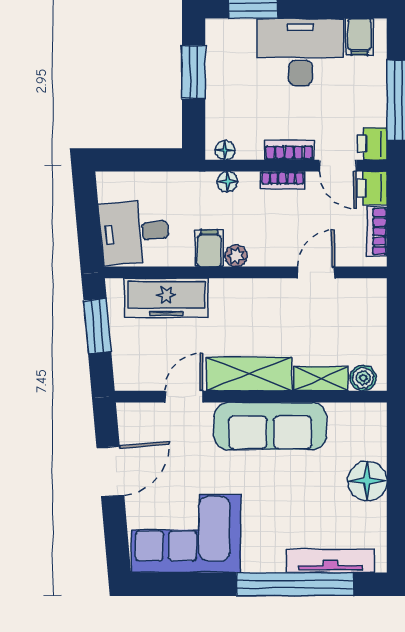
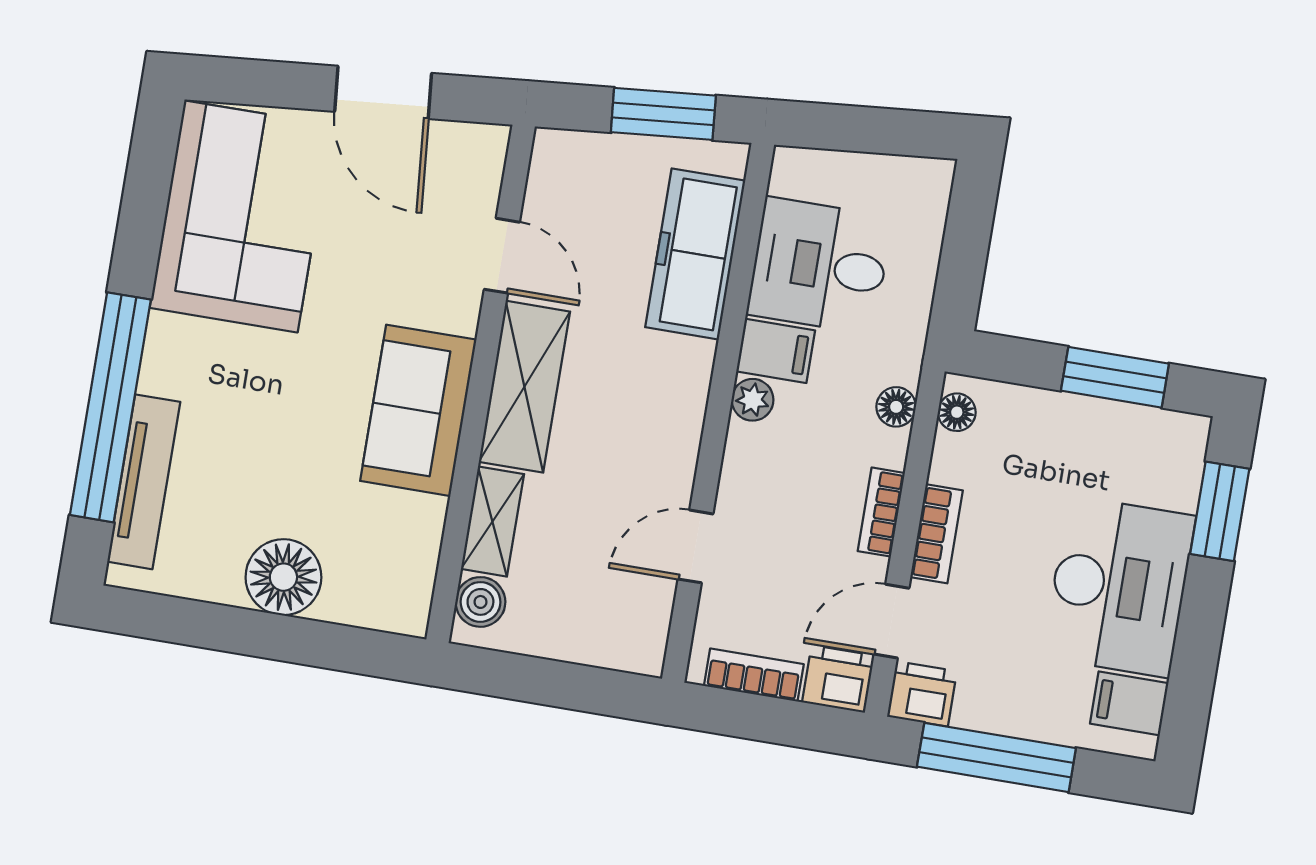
desk: (134, 232) -> (820, 266), moved, turned -85
door: (316, 272) -> (696, 546), swing flipped
sofa: (270, 426) -> (418, 410), width x0.73

